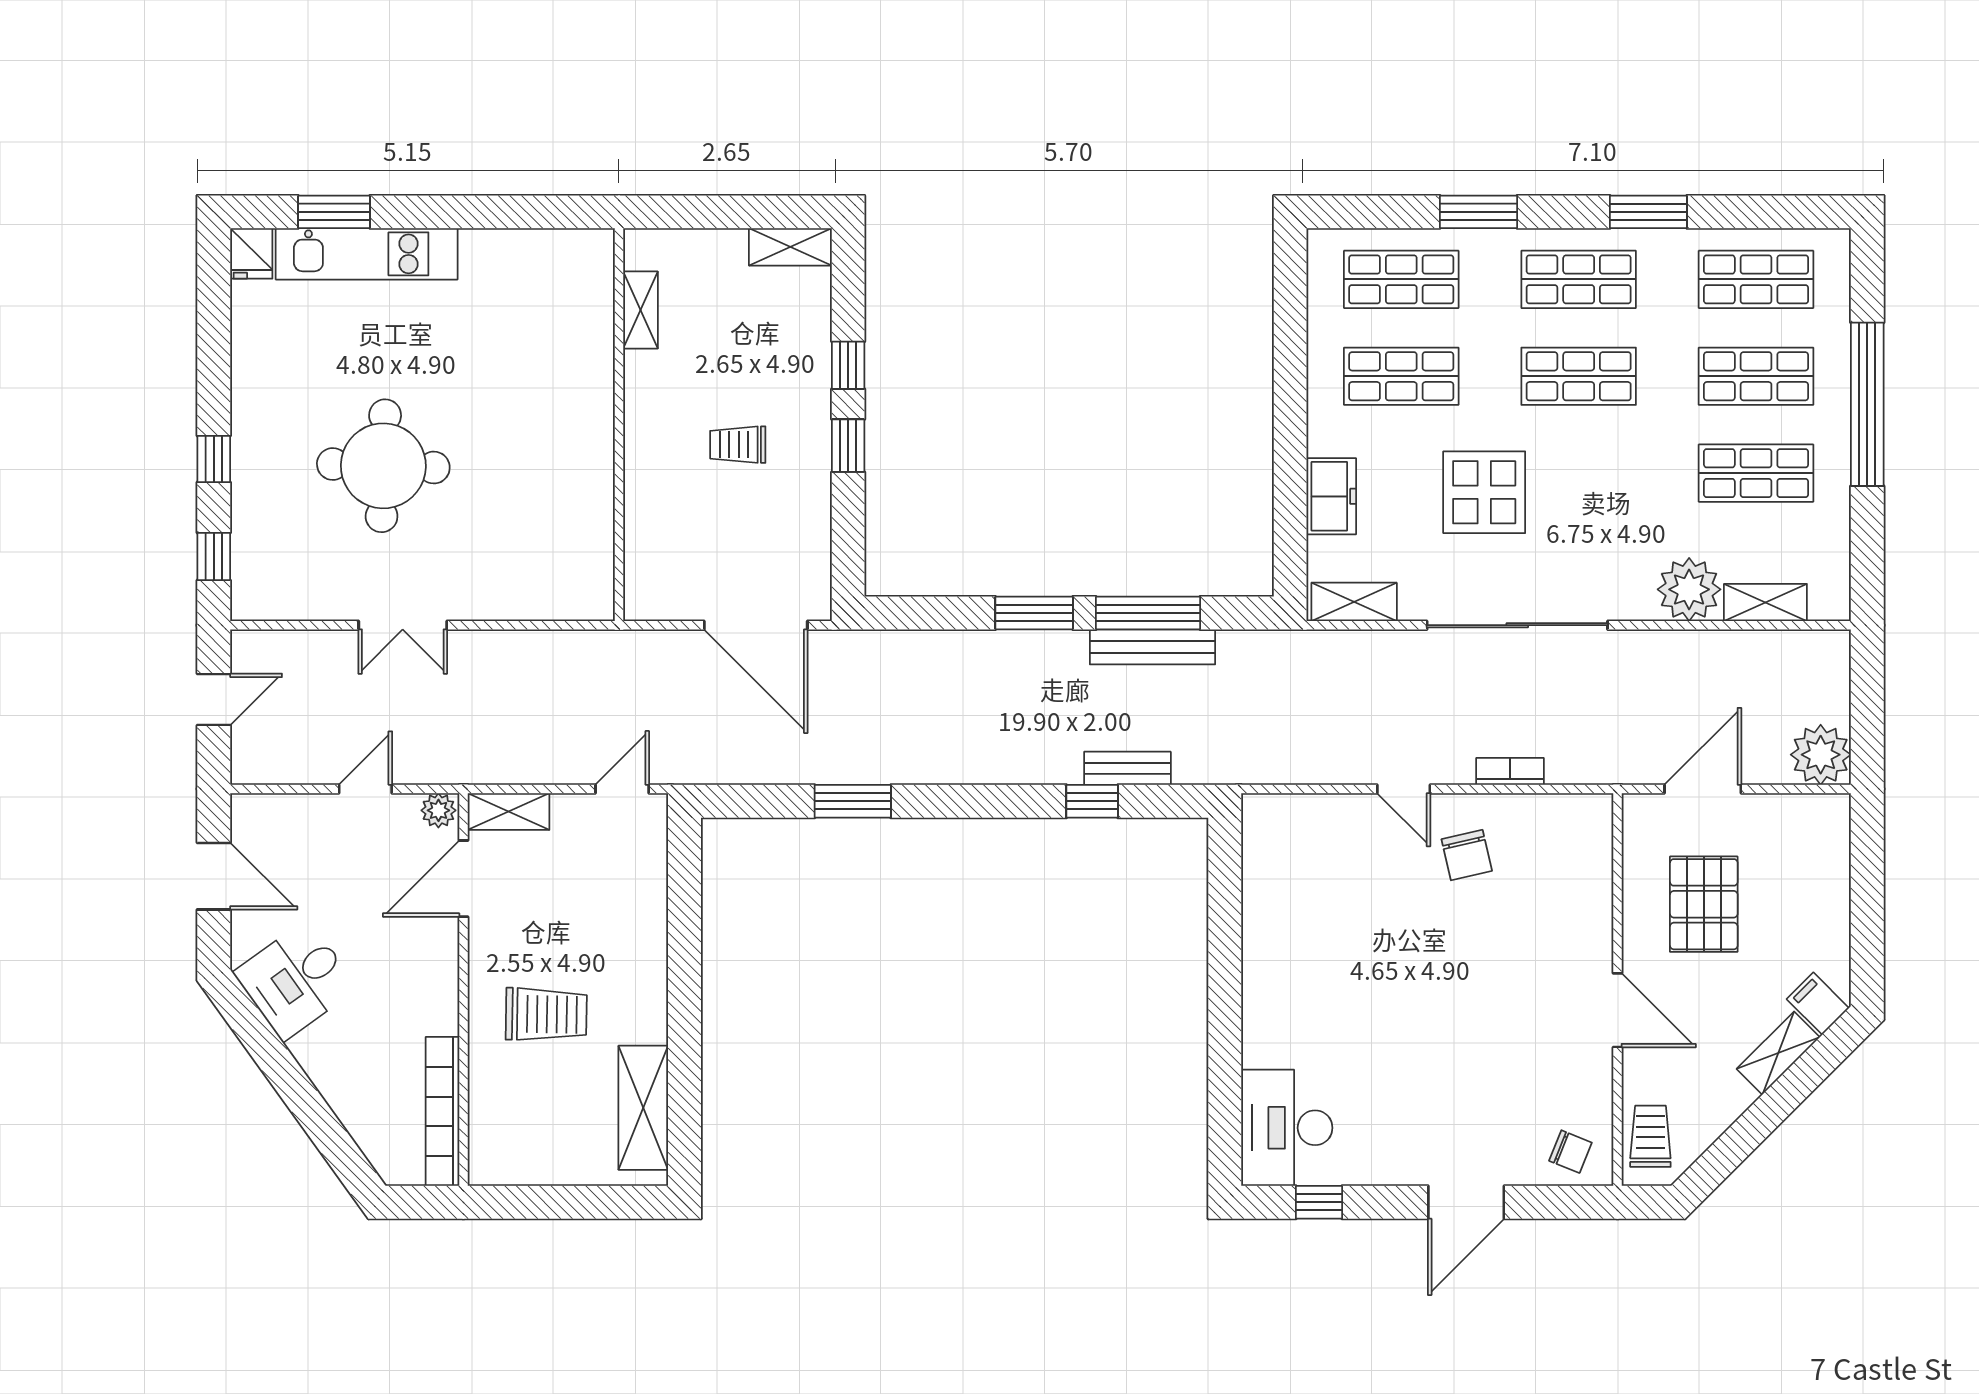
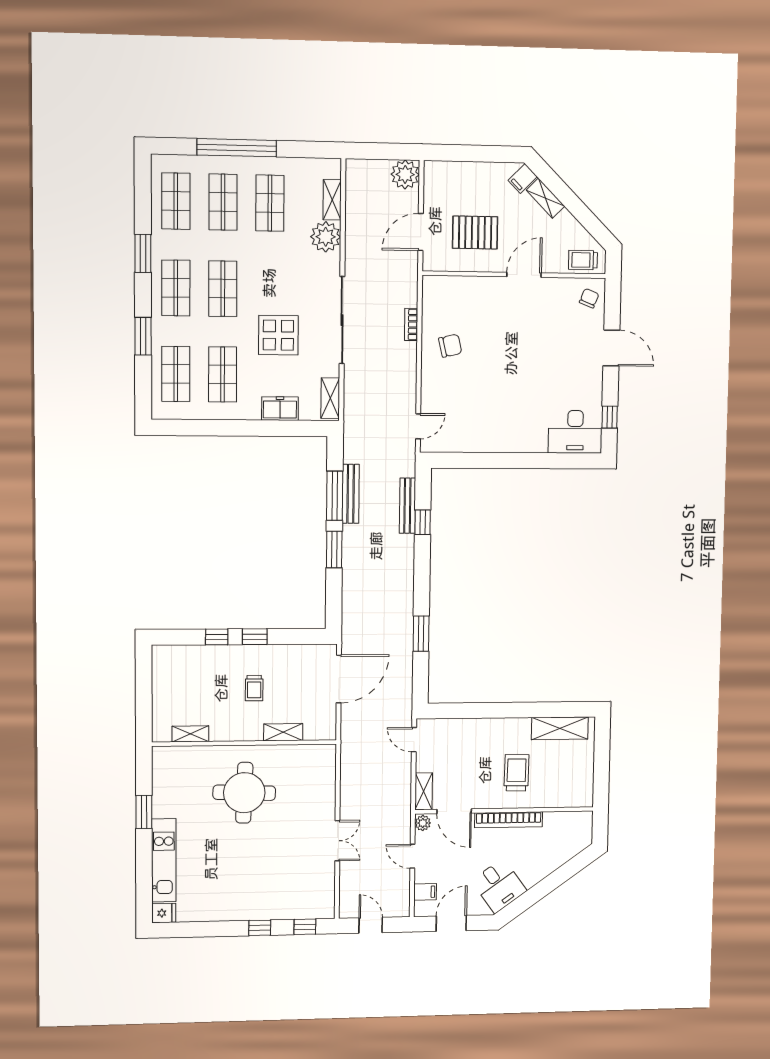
window: (334, 212) -> (144, 812), moved
shelving: (790, 247) -> (283, 732), moved, turned 90
round table: (383, 466) -> (244, 793), moved
bench: (1127, 768) -> (407, 506), width x1.36
door: (1404, 789) -> (418, 426), moved
door: (1703, 789) -> (421, 232), hinge flipped
filing cabinet: (286, 818) -> (425, 892), added
bookcase: (442, 1111) -> (509, 820), moved

